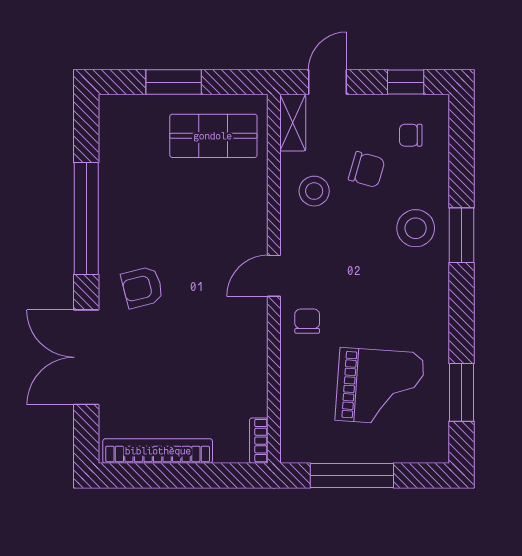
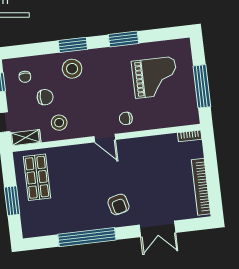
chair: (367, 170) -> (45, 97), turned 74
double door: (86, 357) -> (158, 229), width x0.73
grand piano: (380, 387) -> (155, 77), turned 86
window: (461, 392) -> (123, 39), moved

